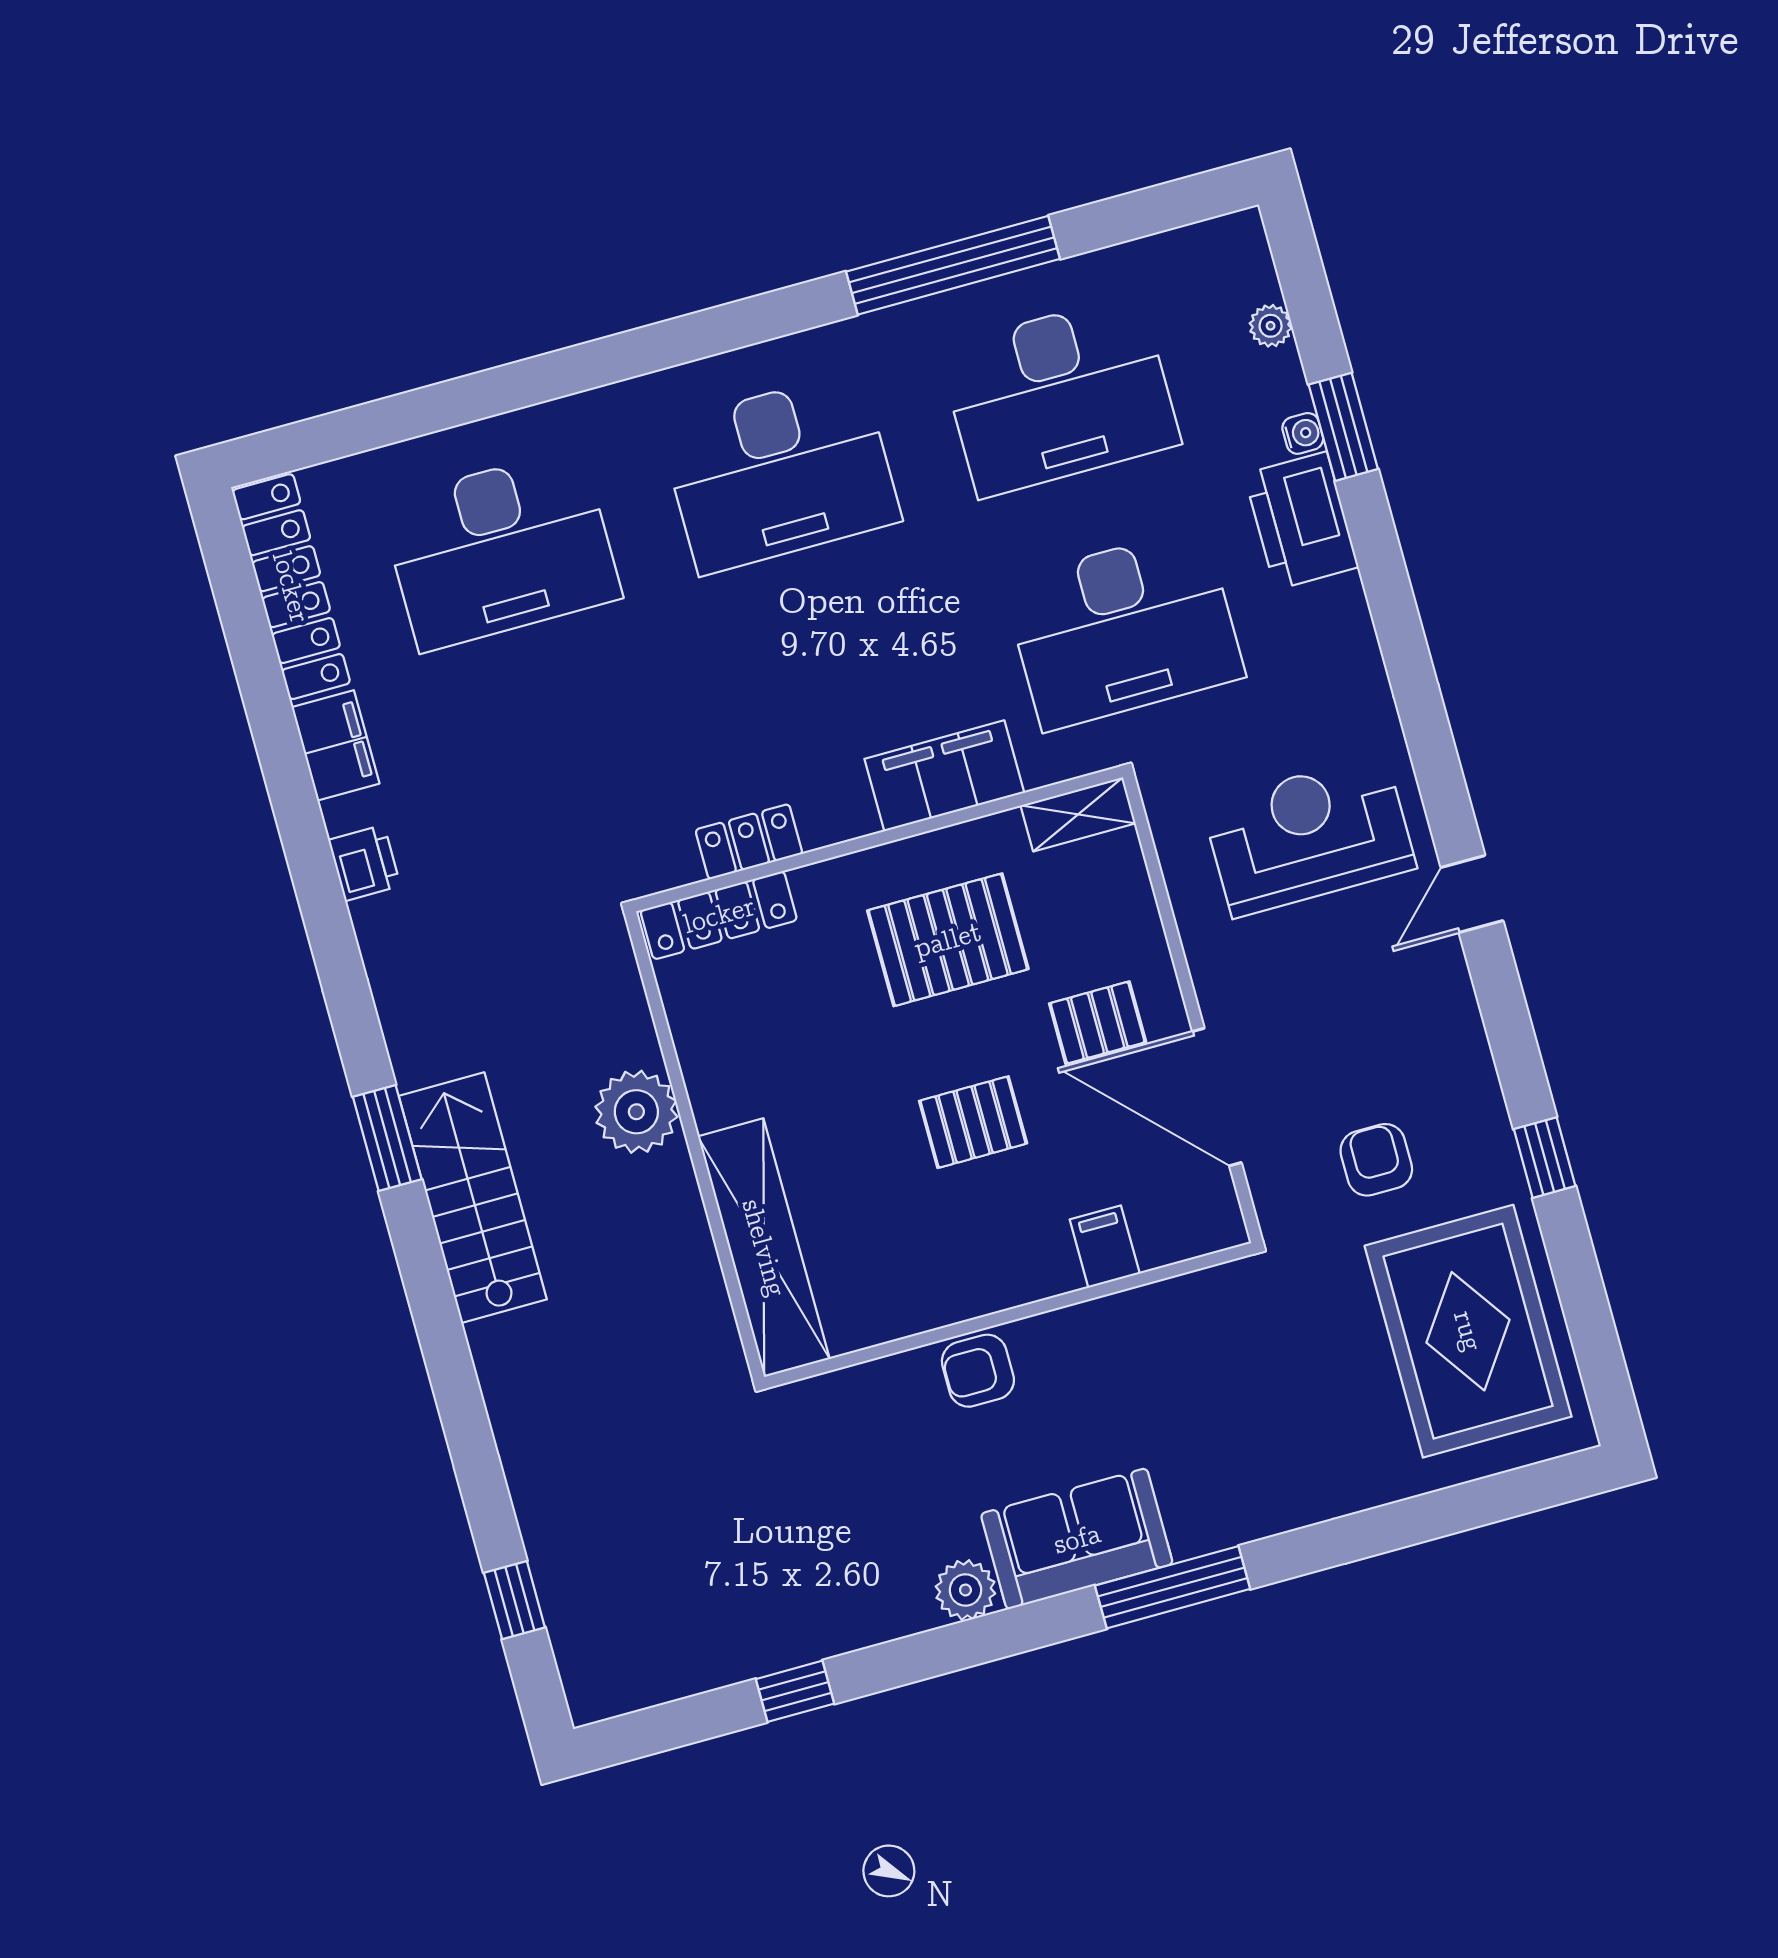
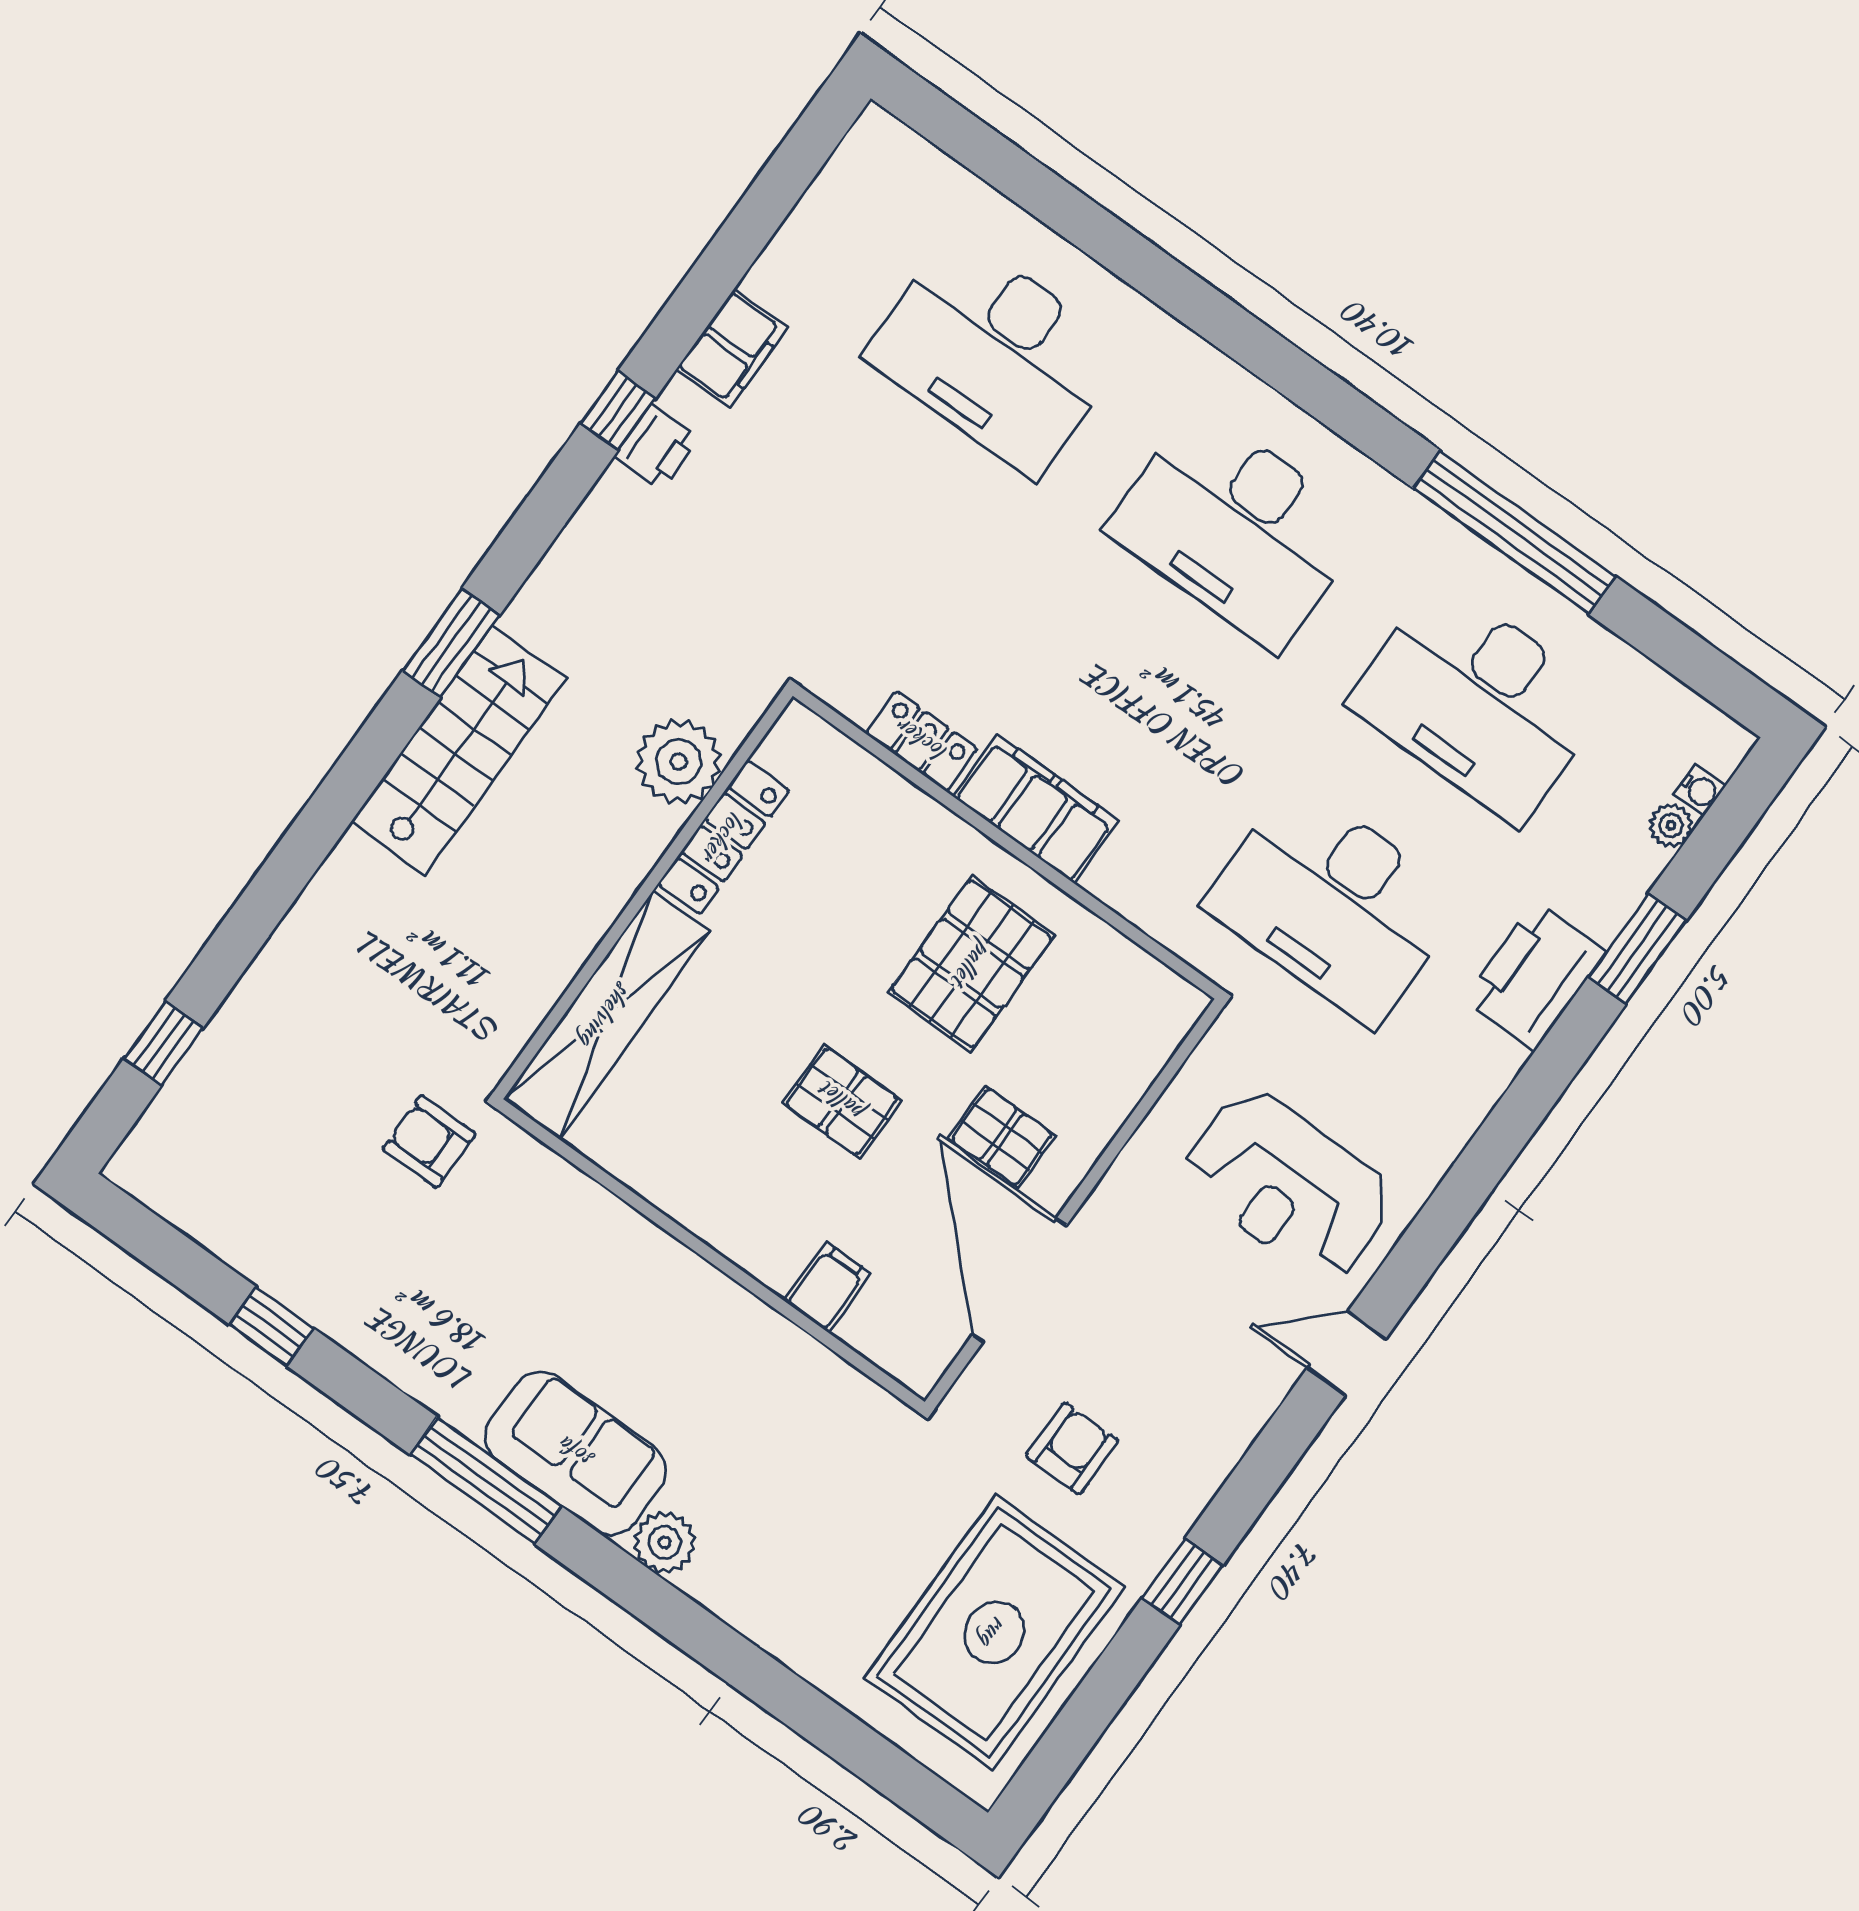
water cooler: (1303, 433) -> (1700, 790), moved
locker: (291, 587) -> (830, 210), removed
filing cabinet: (944, 776) -> (1036, 809), moved
shelving: (1078, 814) -> (1156, 987), removed
reception desk: (1309, 836) -> (1288, 1185), turned 180
window: (313, 870) -> (618, 411), added
locker: (719, 915) -> (724, 837), moved, turned -90
pallet: (948, 940) -> (972, 964), turned 90
plant: (636, 1112) -> (679, 762), moved
armchair: (978, 1371) -> (429, 1141), moved
window: (1173, 1587) -> (486, 1480), moved
plant: (965, 1590) -> (665, 1542), moved

